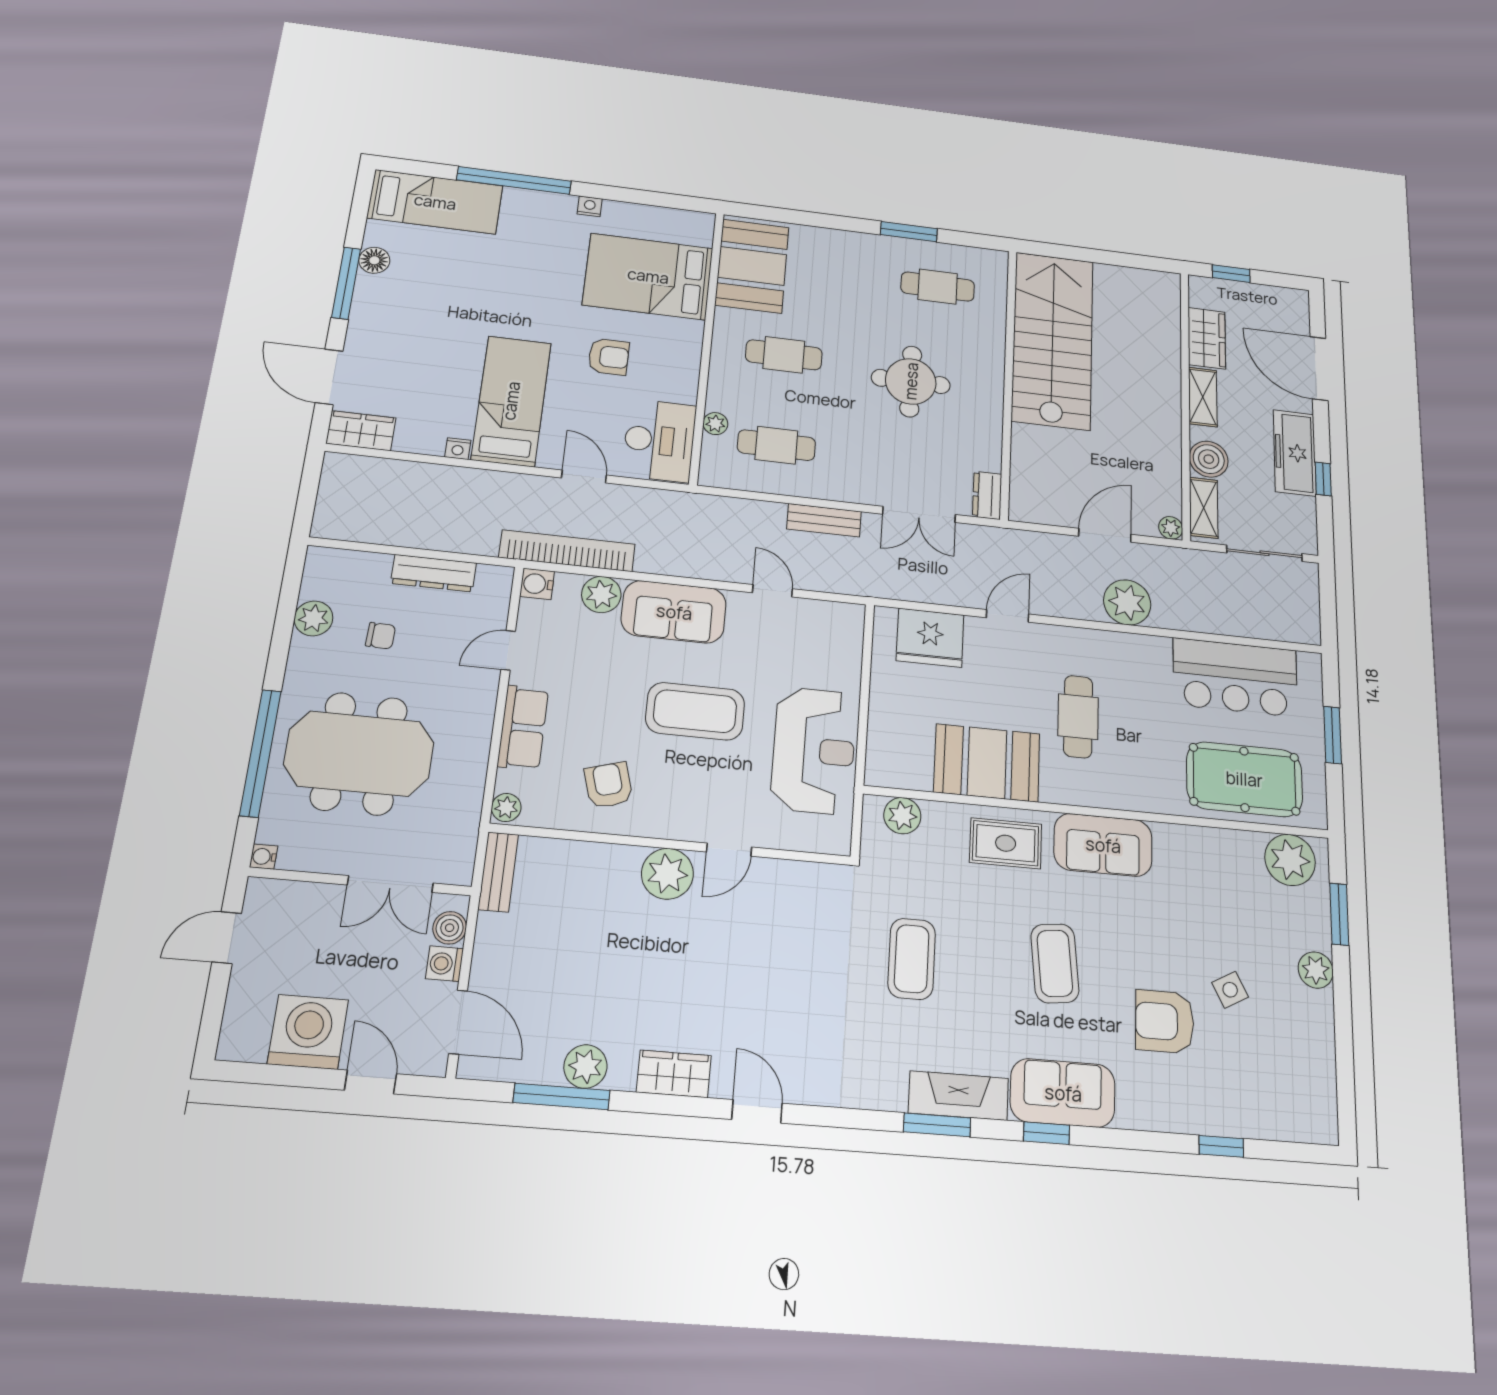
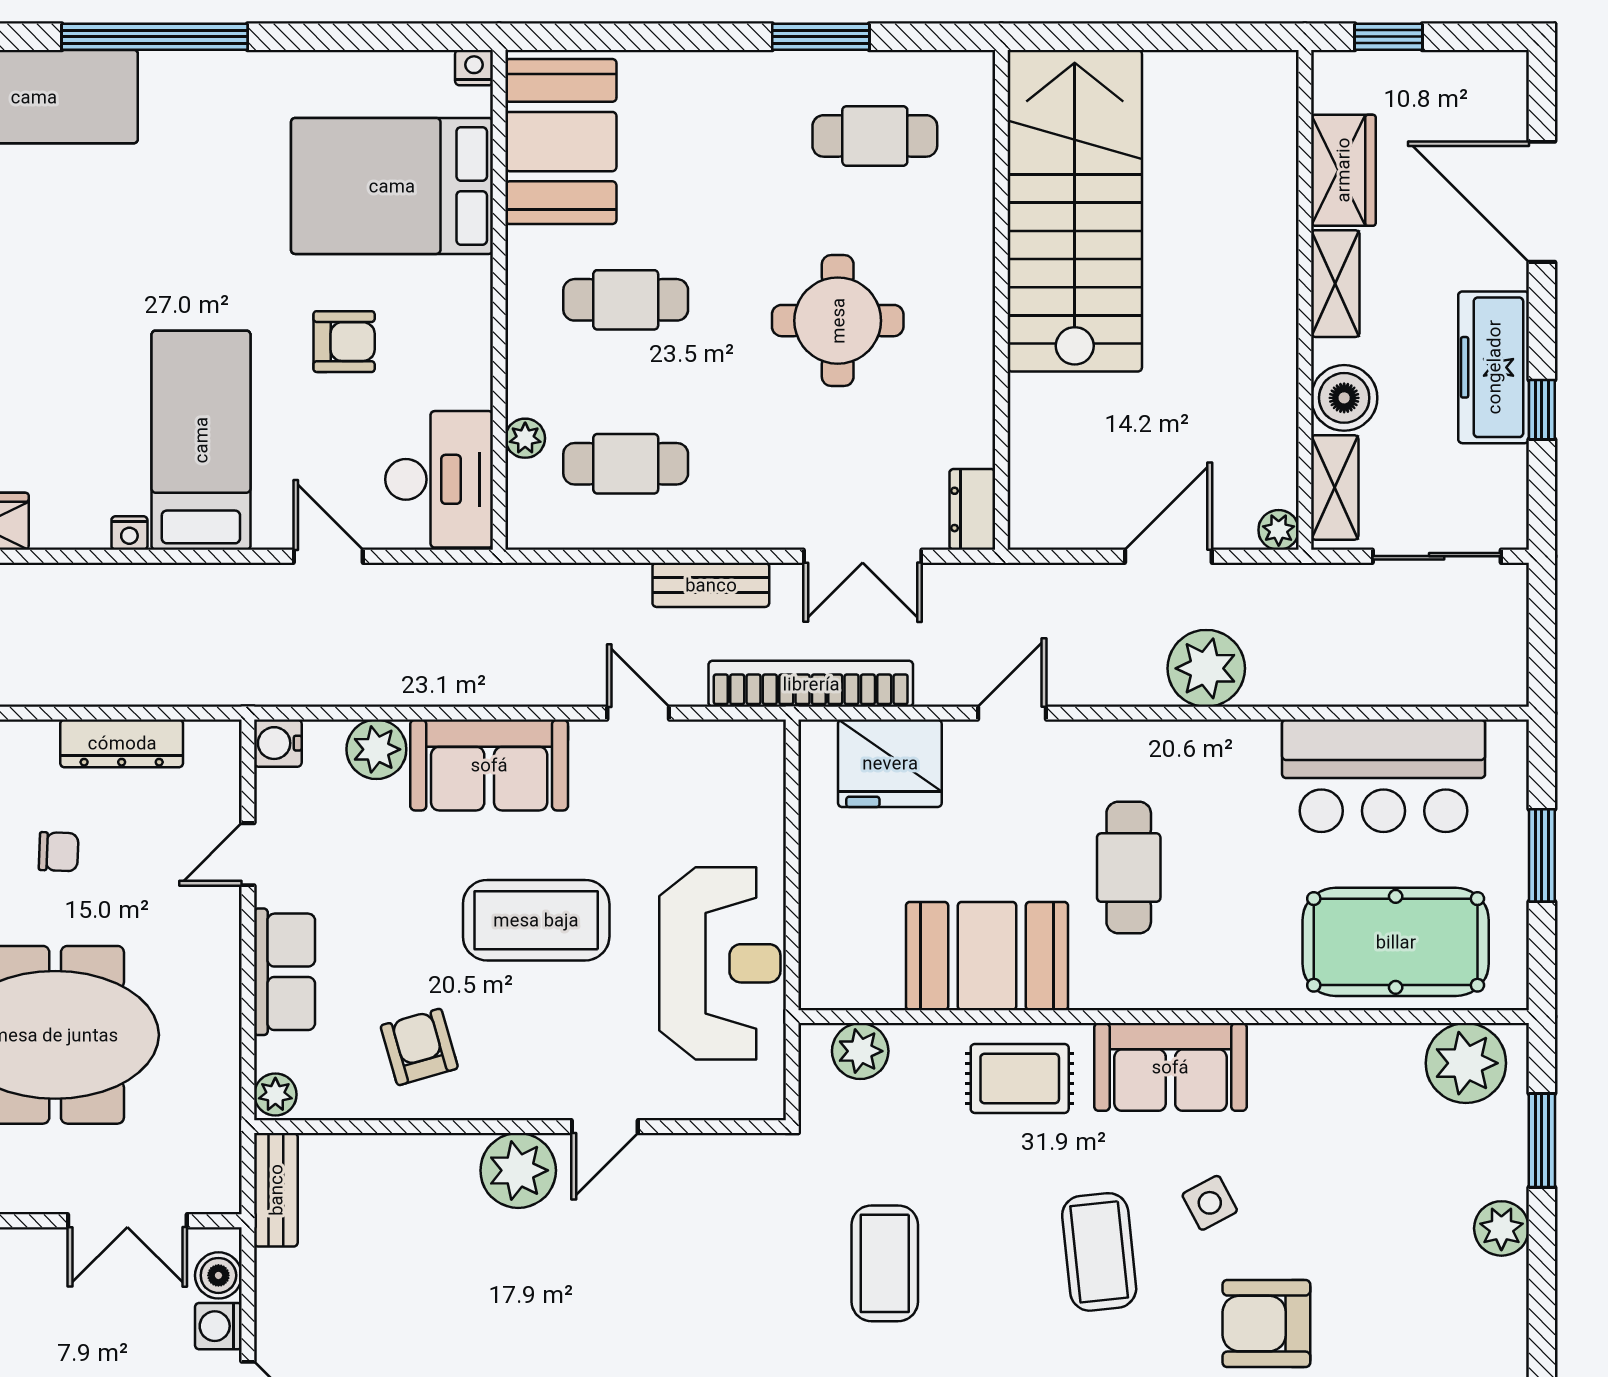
nightstand: (590, 206) -> (474, 68), moved
bookcase: (567, 551) -> (811, 684), moved
side table: (1230, 990) -> (1210, 1203), moved

